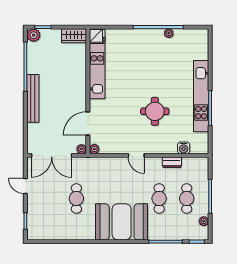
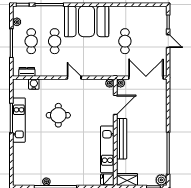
kitchen unit: (201, 96) -> (19, 120), width x0.73
bench: (33, 98) -> (122, 139), moved
dresser: (172, 162) -> (27, 72), moved
door: (25, 186) -> (168, 41), moved

